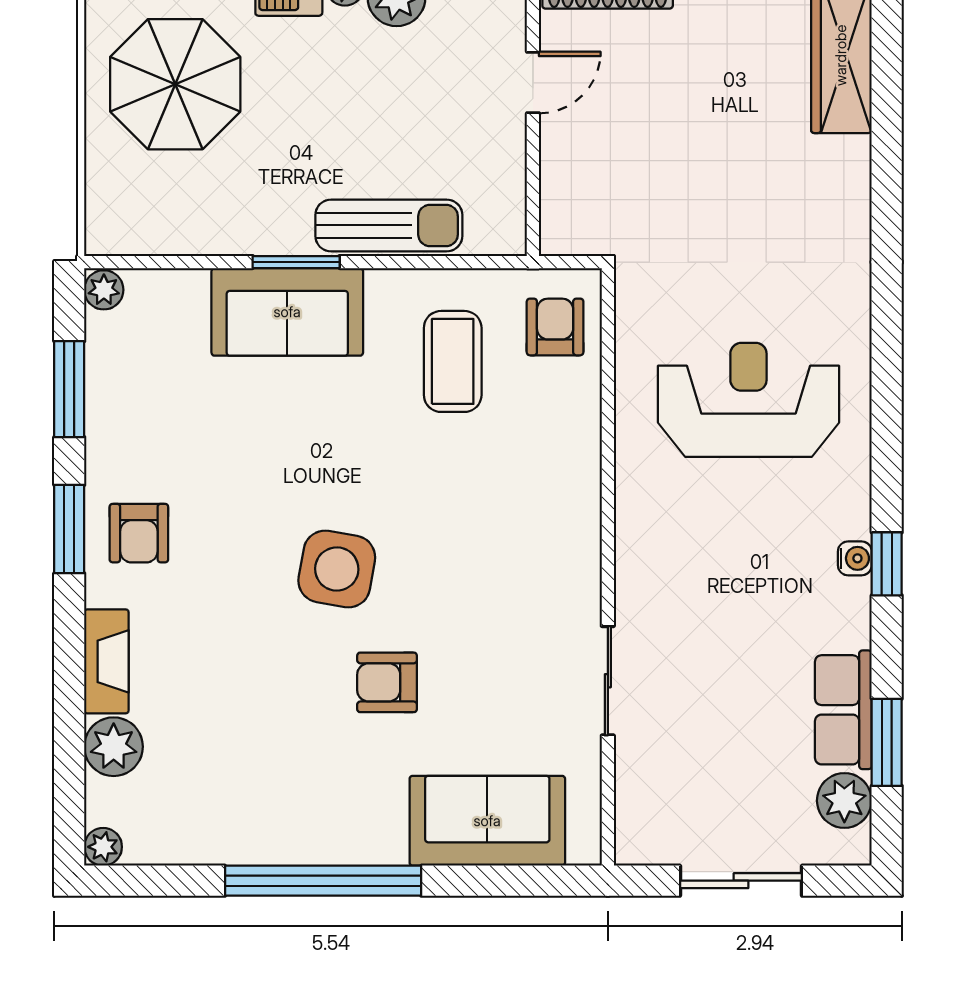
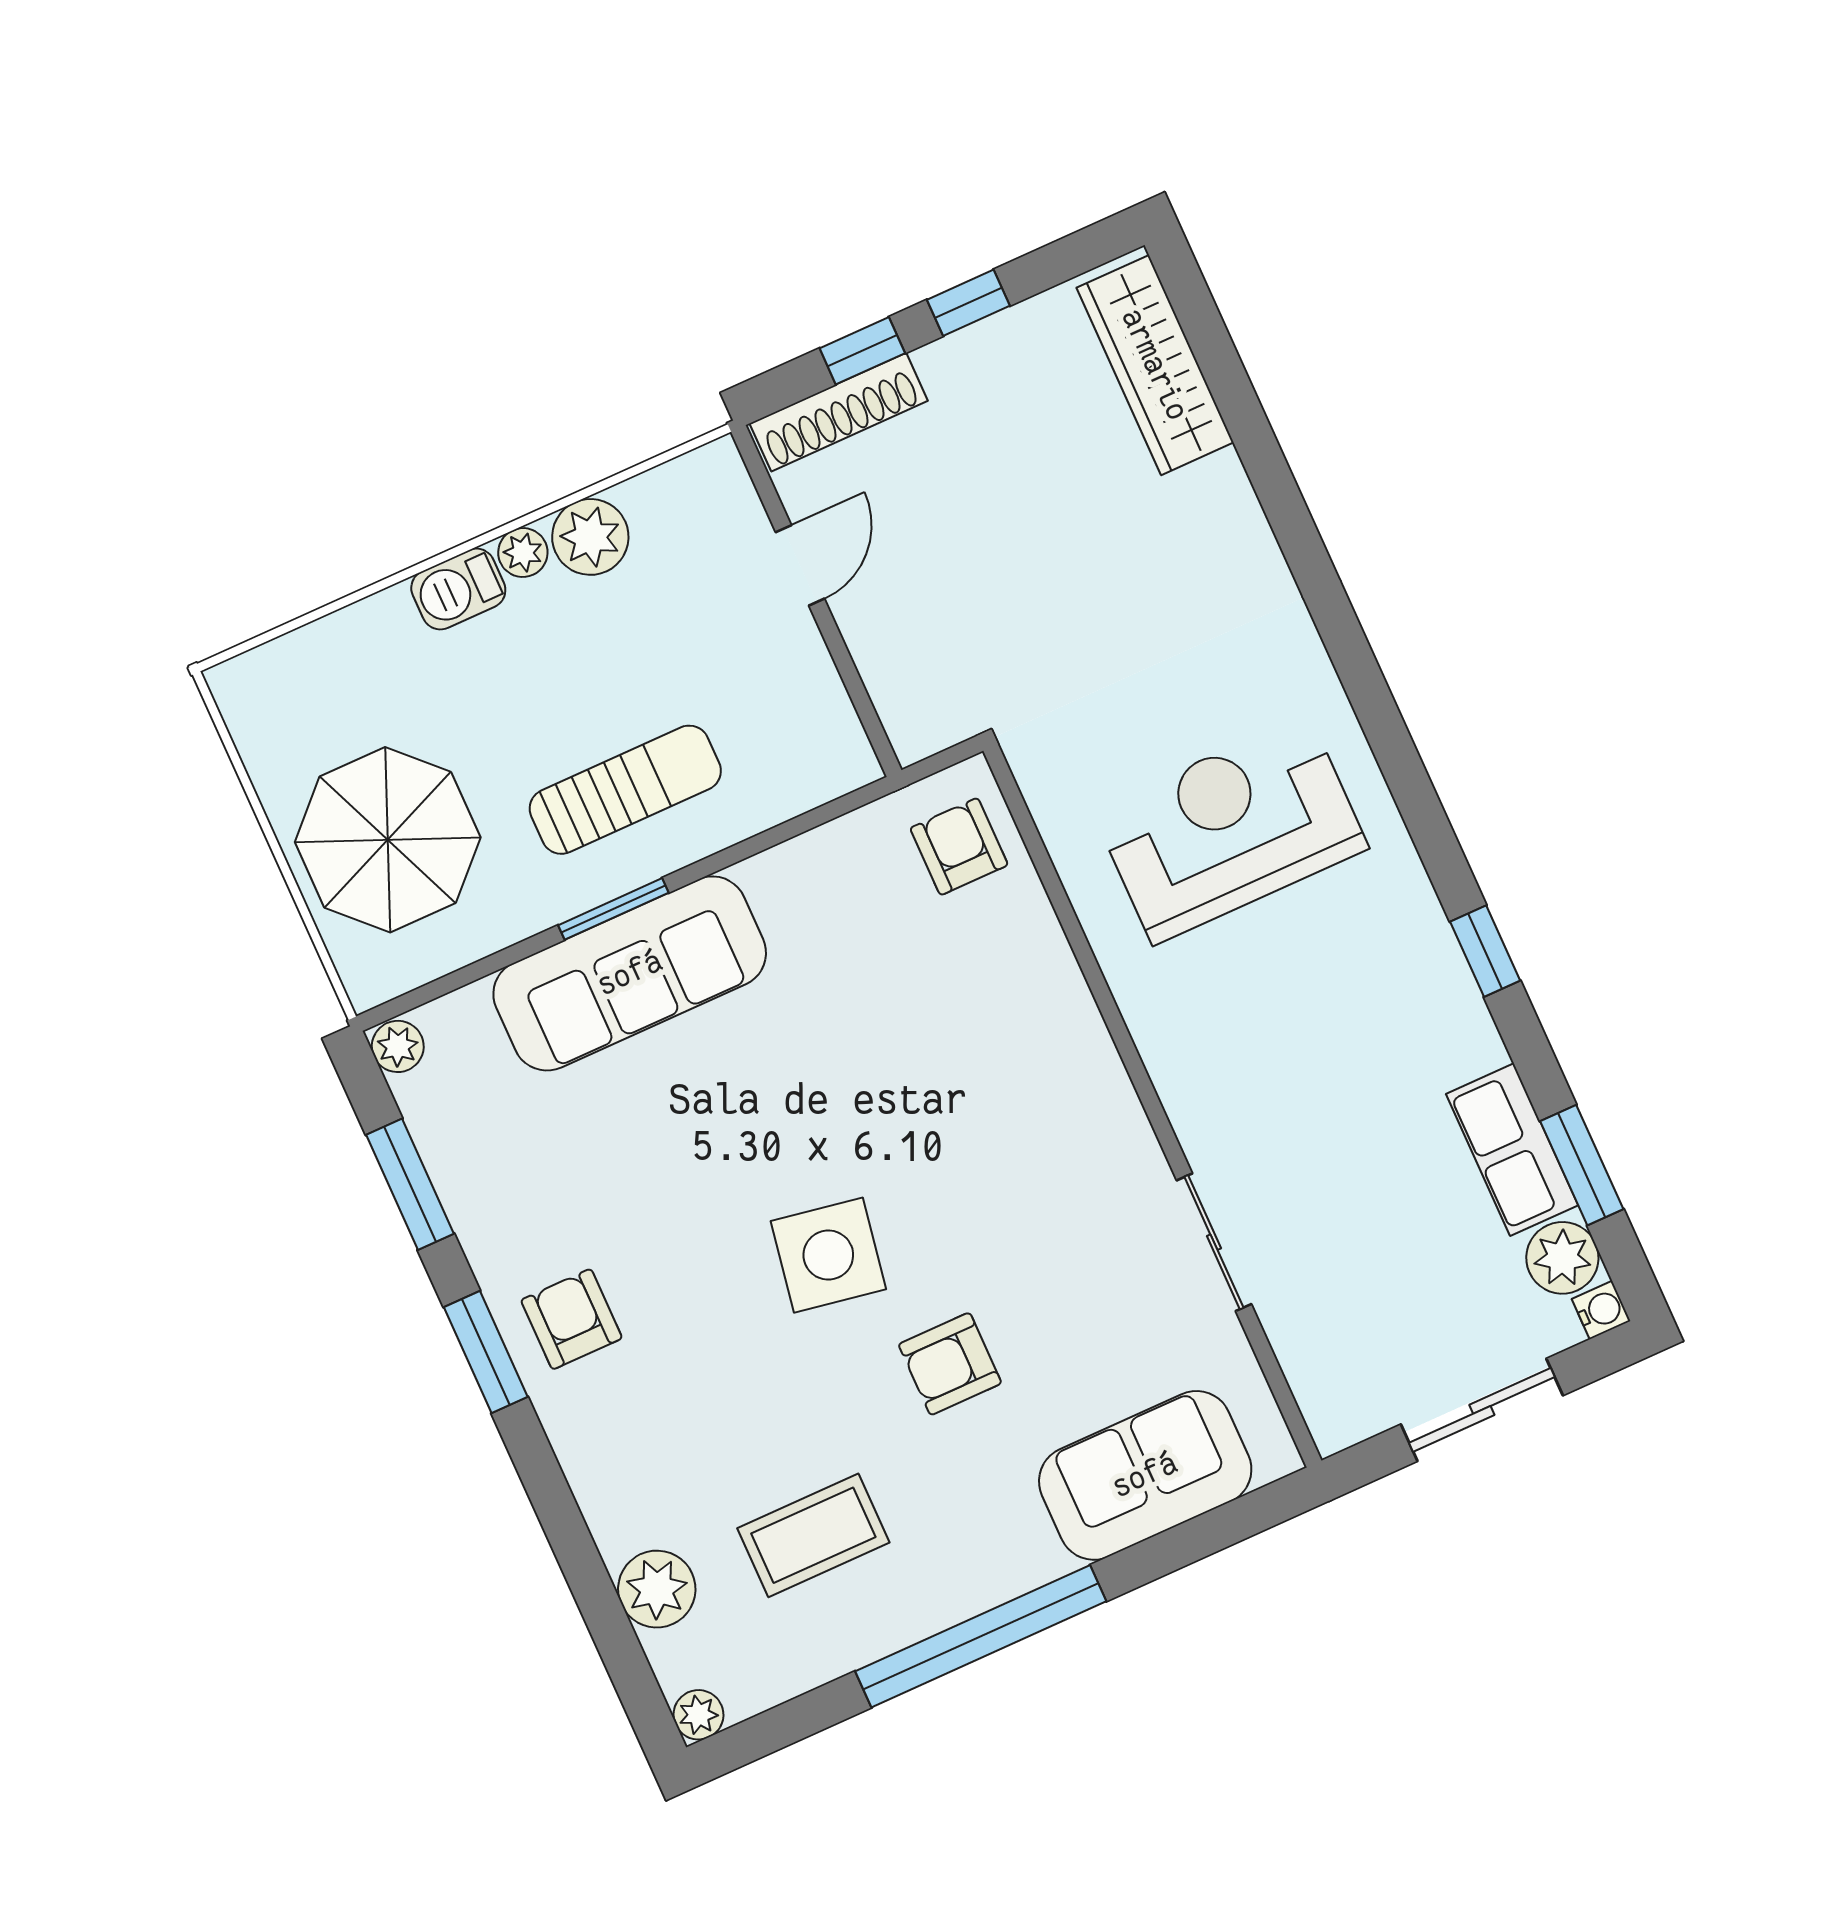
parasol: (175, 84) -> (388, 840), moved
sun lounger: (389, 225) -> (625, 790), moved
sofa: (287, 312) -> (630, 973), width x1.36
coffee table: (453, 361) -> (813, 1535), moved, turned 90
armchair: (139, 533) -> (572, 1319), turned 180
water cooler: (855, 558) -> (1601, 1310), moved
fireplace: (106, 661) -> (602, 1491), removed

